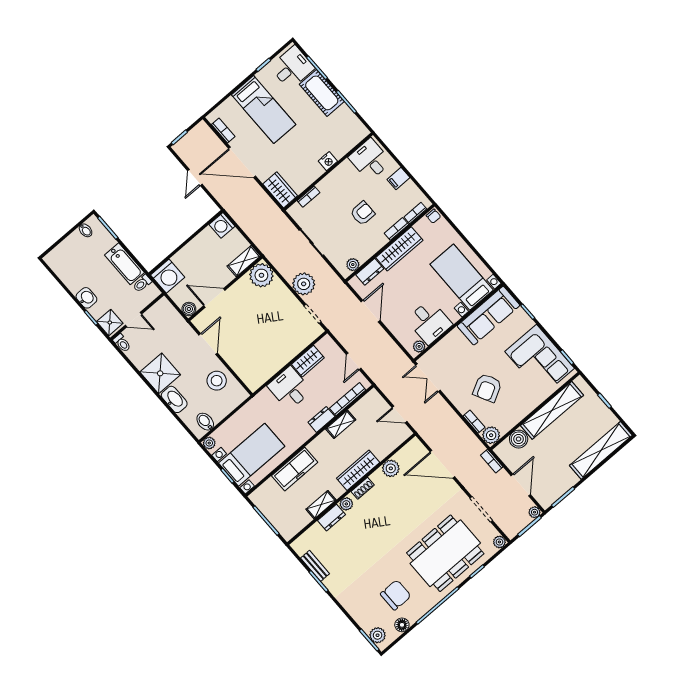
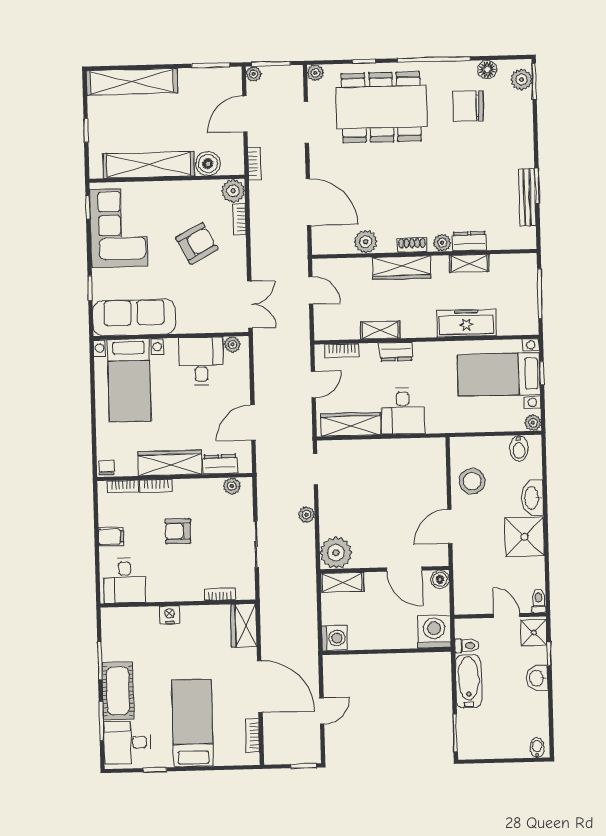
bidet: (86, 230) -> (537, 748), moved
plant: (304, 284) -> (307, 515), width x0.53, depth x0.53
wardrobe: (308, 361) -> (351, 424), width x1.50
bookcase: (348, 399) -> (342, 351), width x0.64
bench: (315, 566) -> (527, 197), width x1.36

